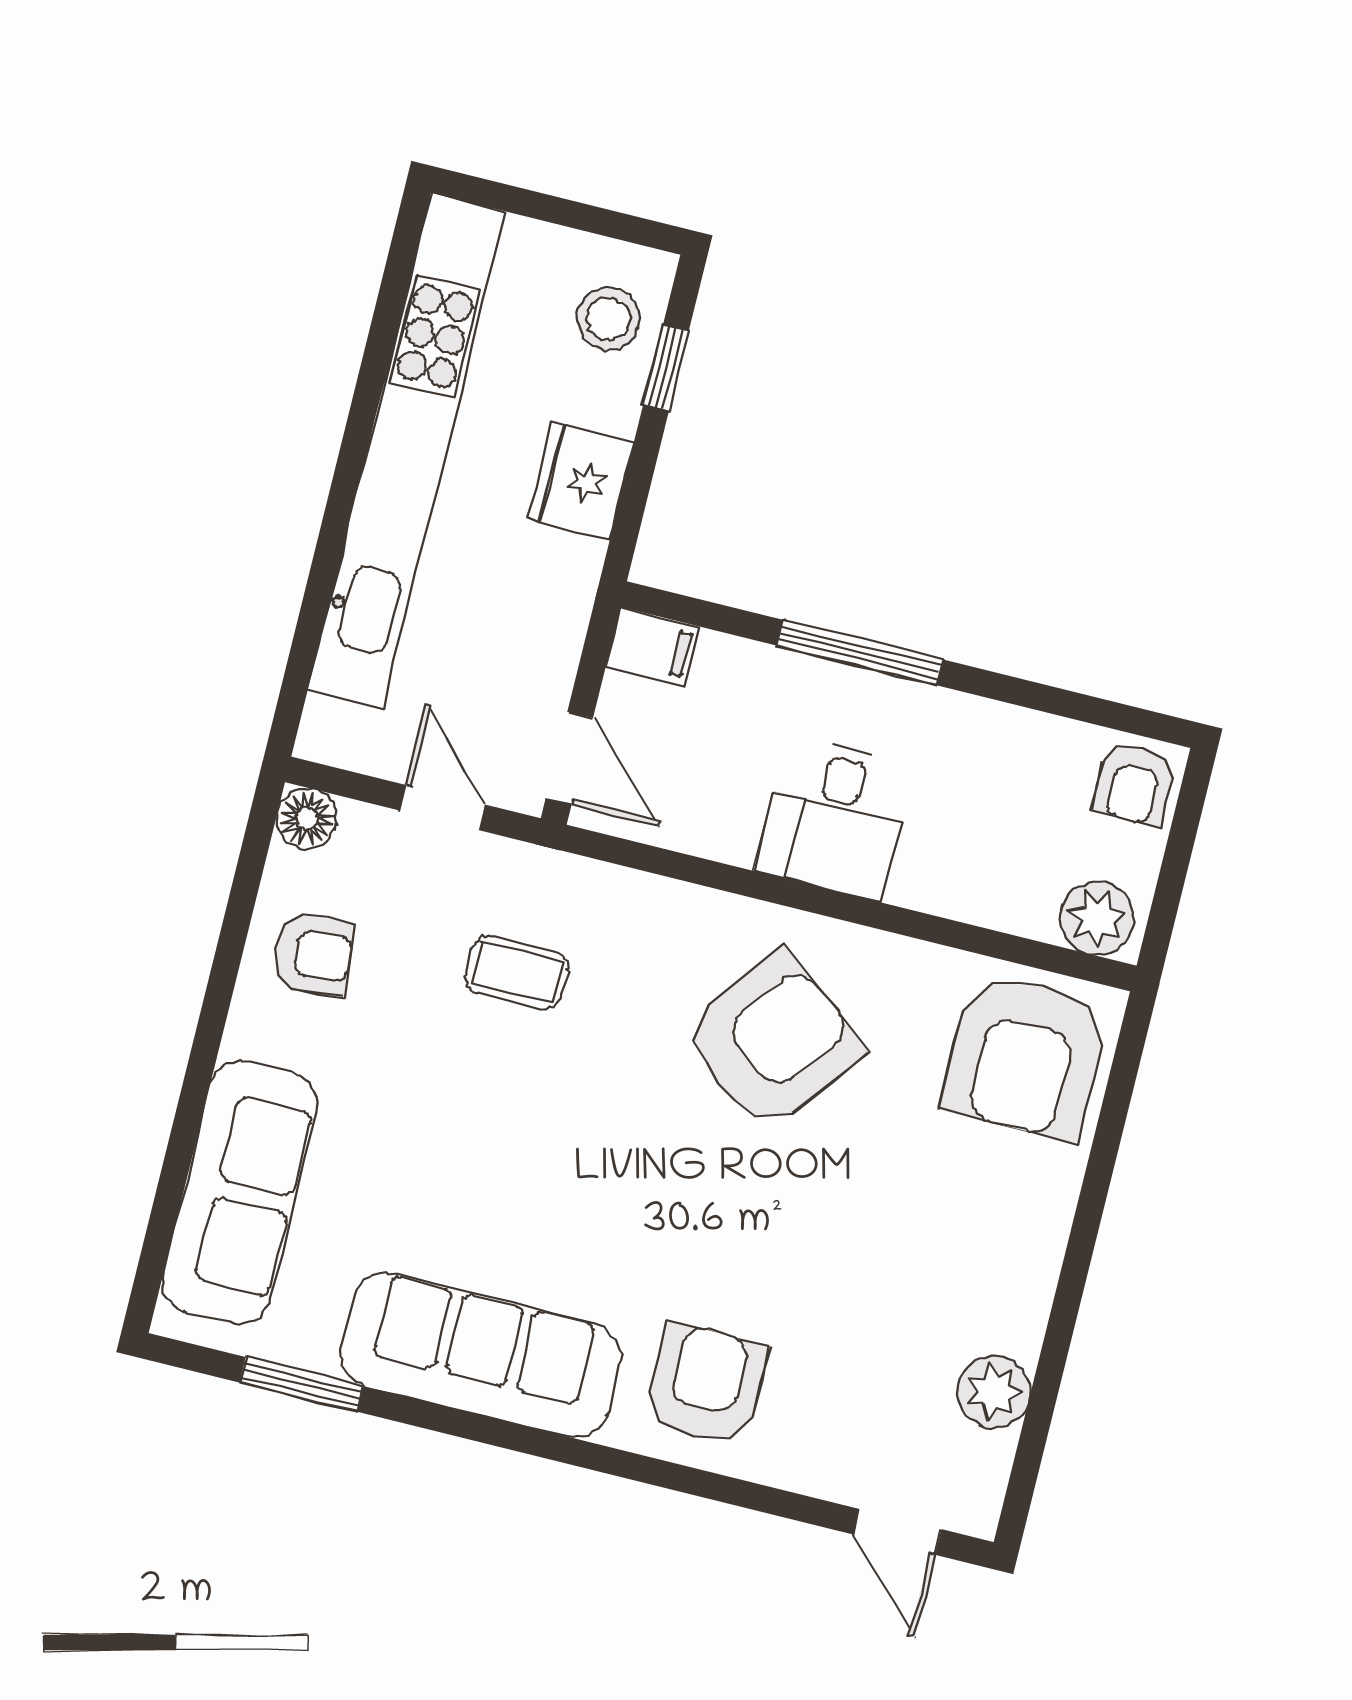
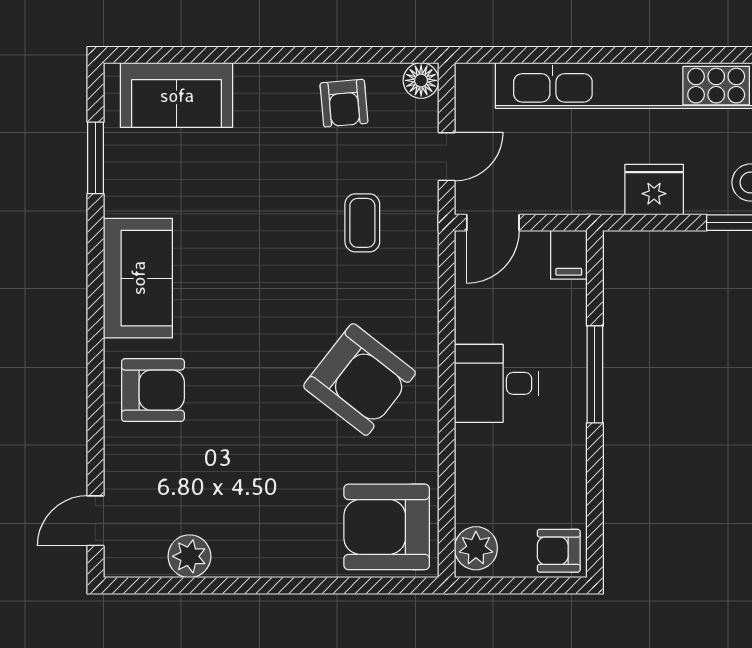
sofa: (240, 1193) -> (177, 95), width x0.73
sofa: (481, 1355) -> (138, 278), width x0.73

